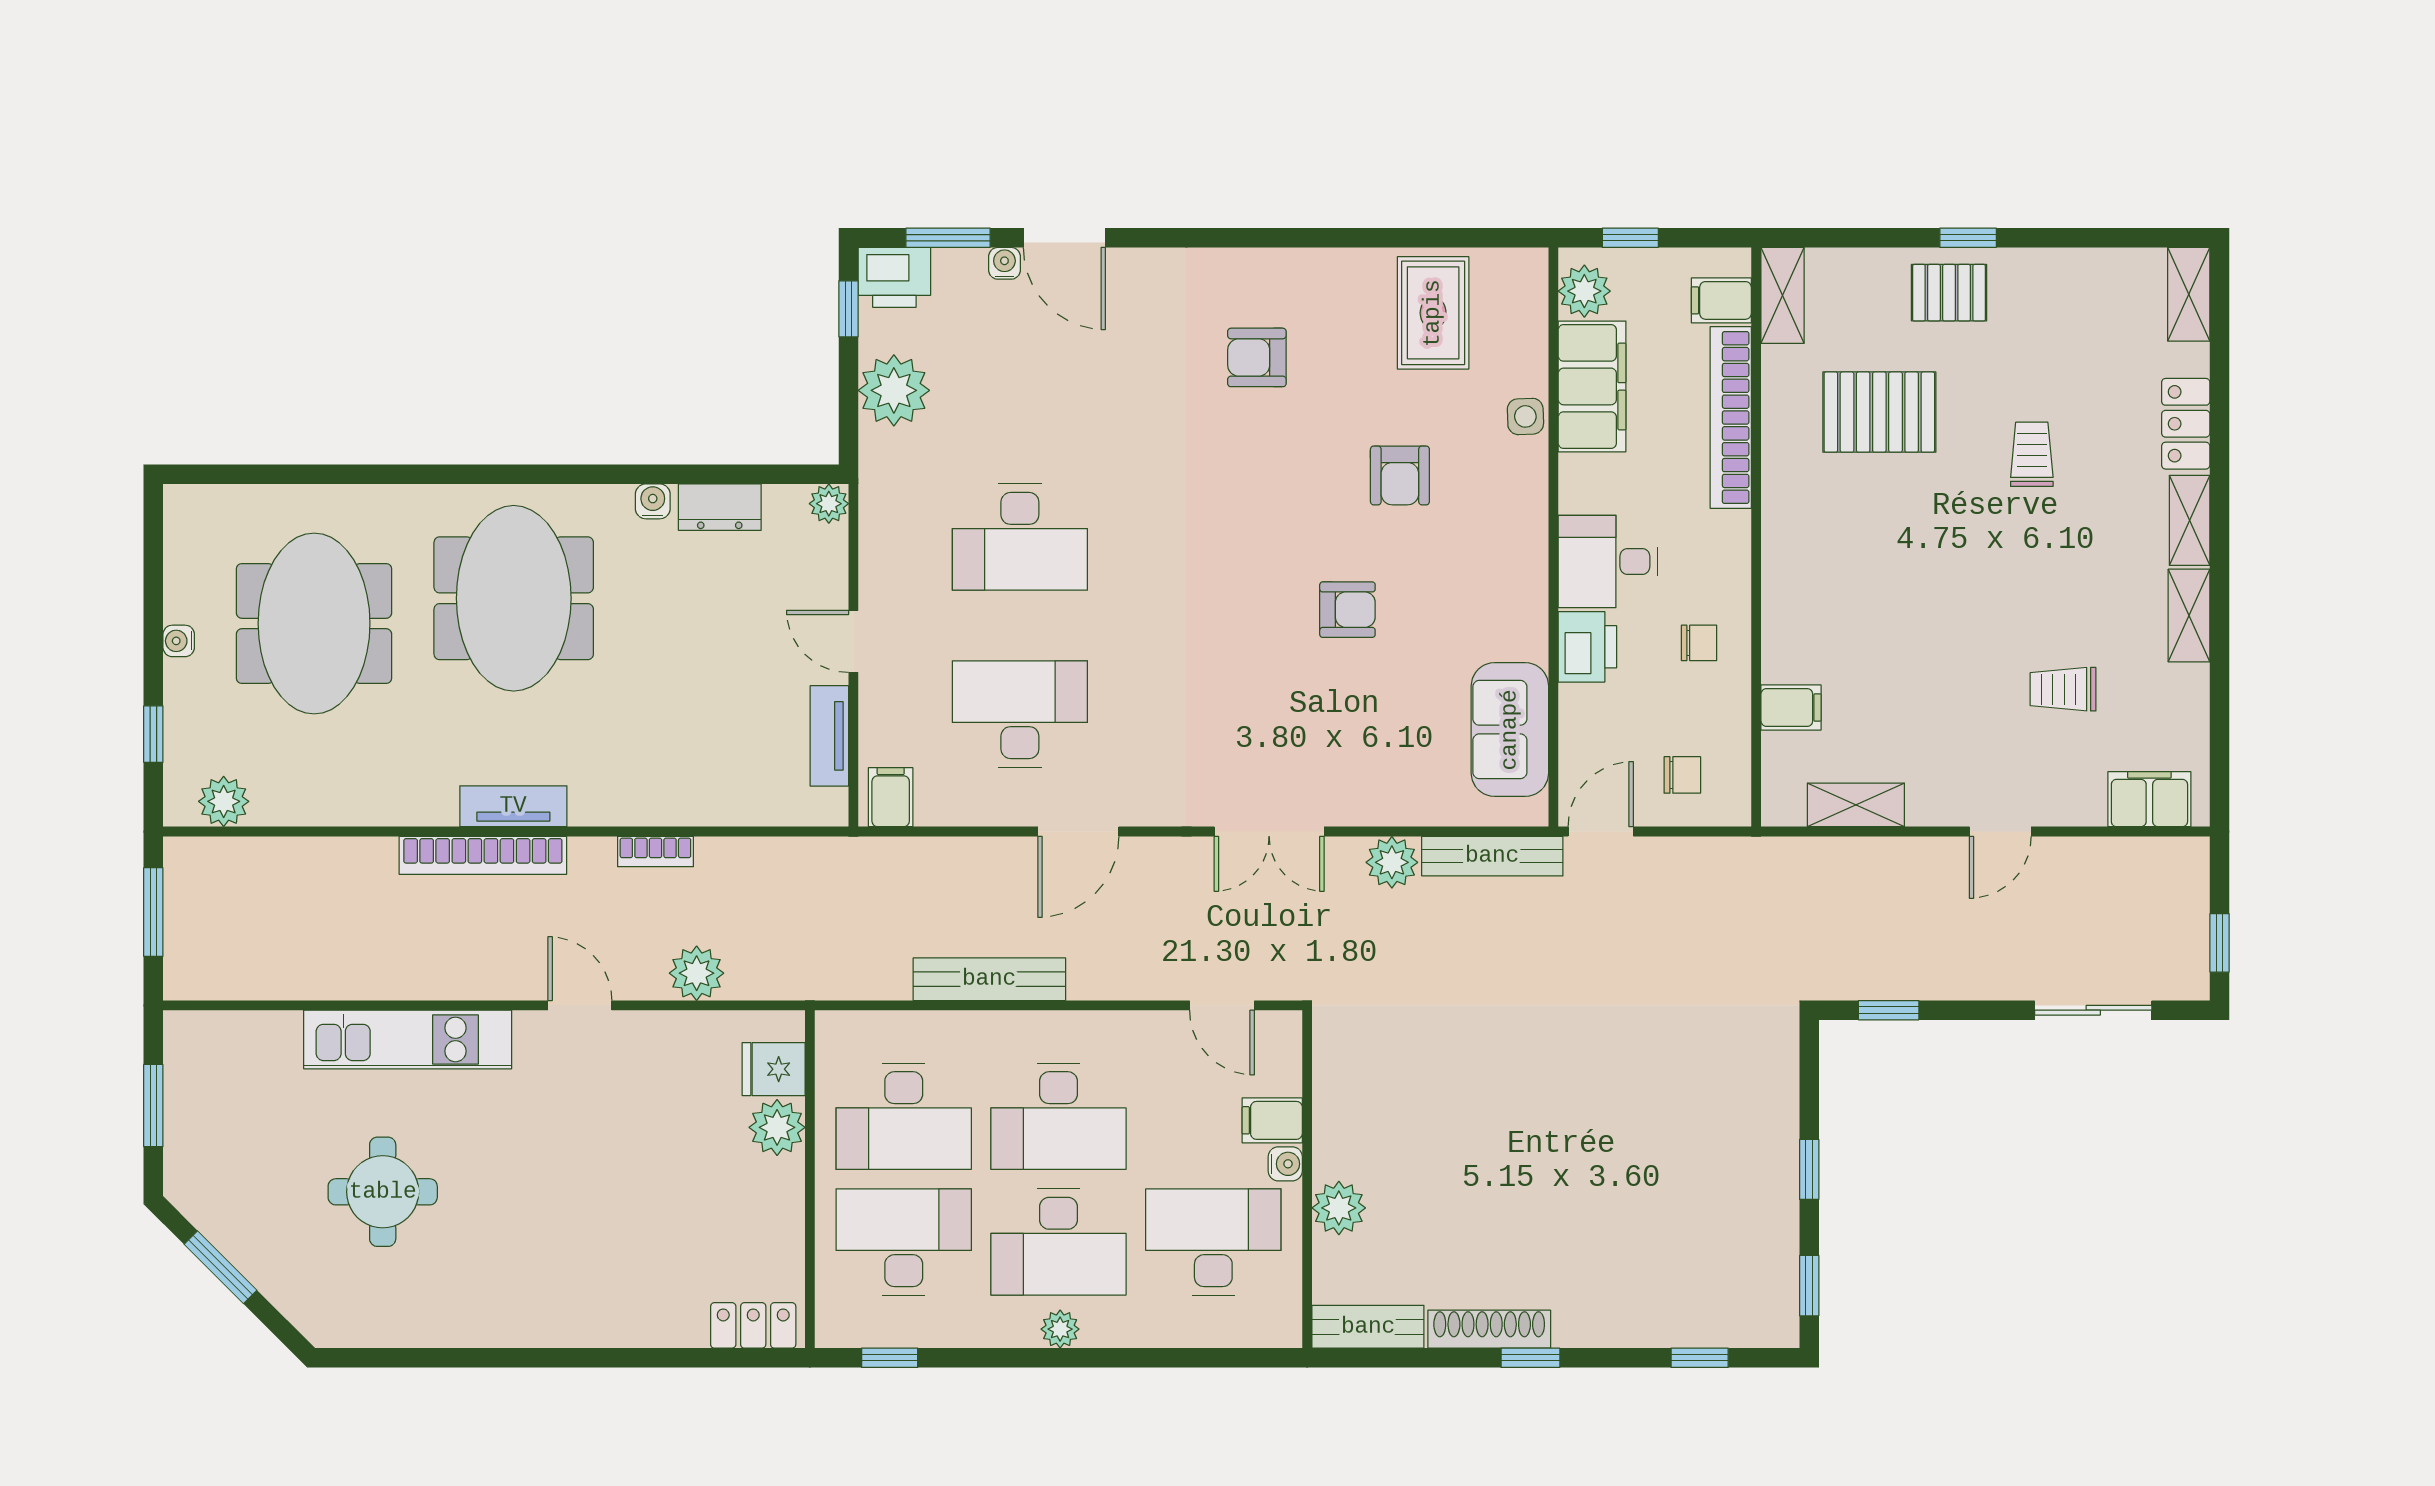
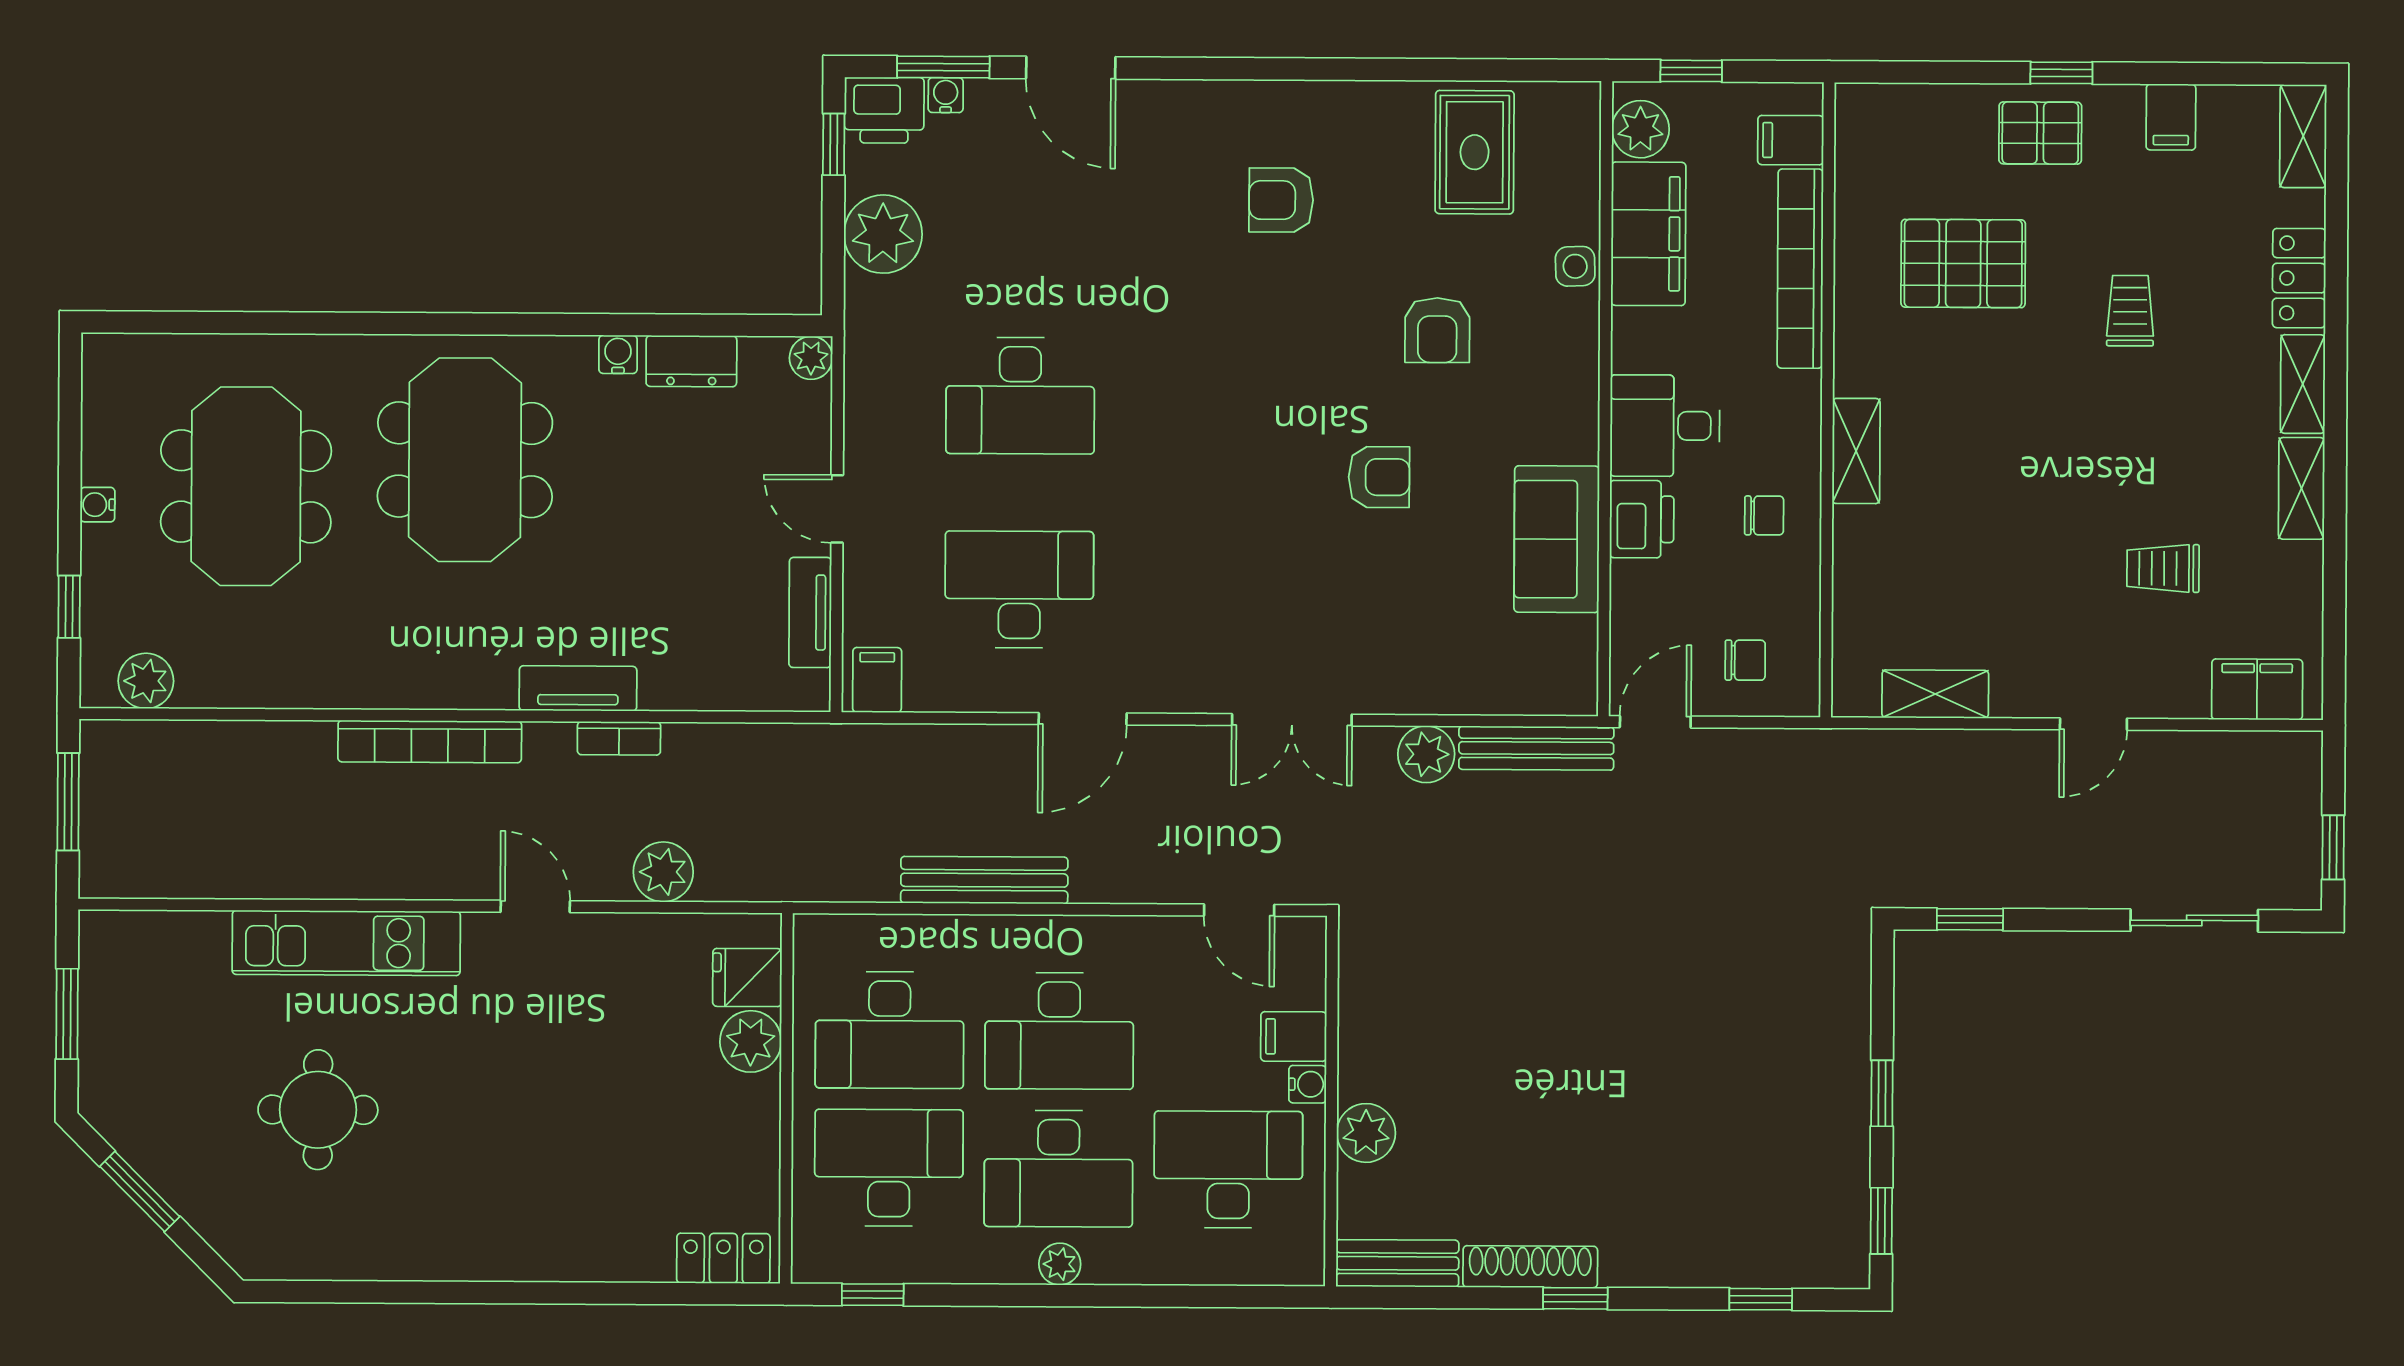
water cooler: (1004, 263) -> (946, 95), moved
shelving: (1783, 295) -> (1856, 451), moved
filing cabinet: (1791, 708) -> (2171, 117), moved, turned 90
sofa: (1510, 730) -> (1557, 539), moved
tv unit: (513, 806) -> (578, 688), moved

